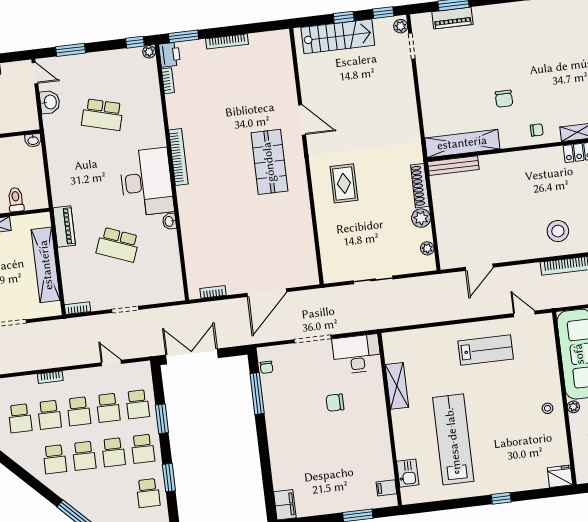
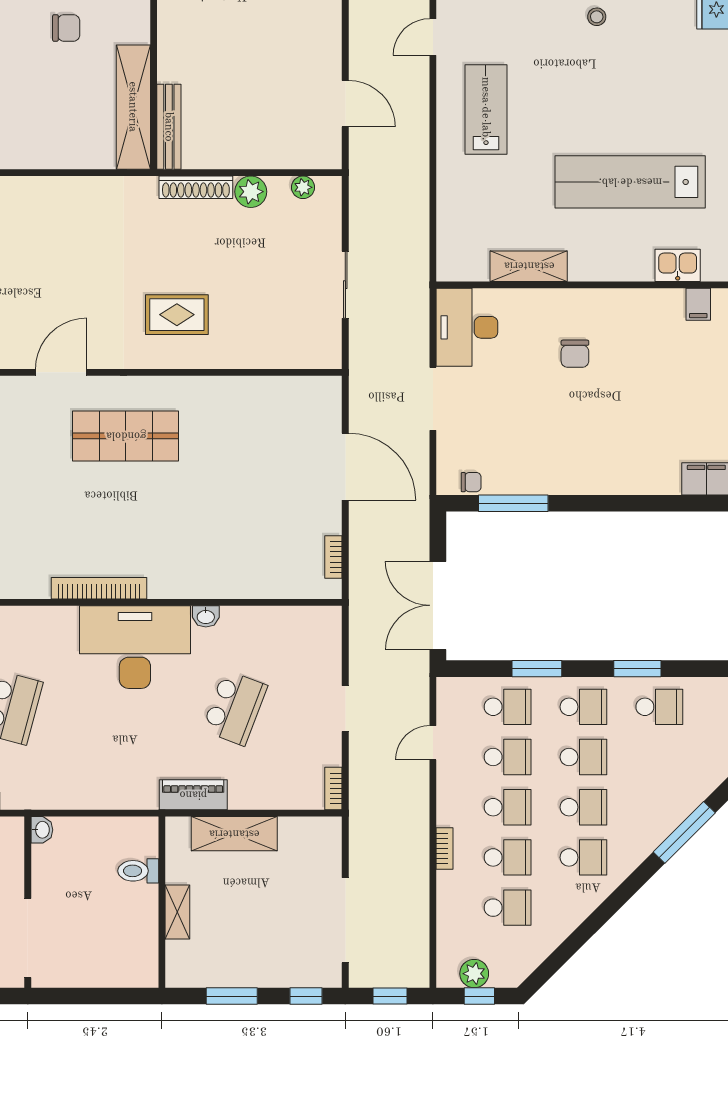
shelving: (46, 265) -> (234, 834), width x0.68
chair: (335, 403) -> (575, 354), moved

